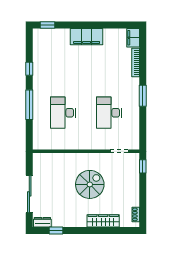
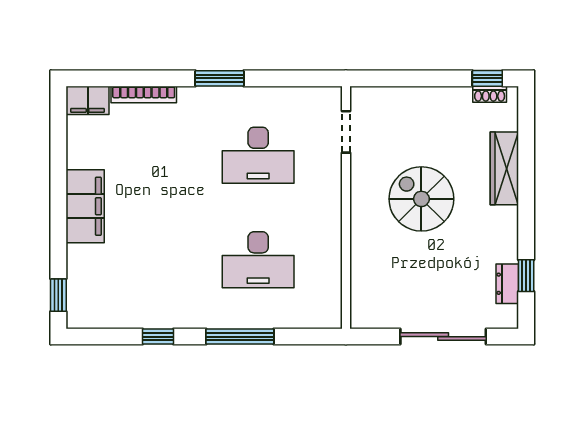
window: (143, 166) -> (487, 78), moved
dresser: (42, 222) -> (507, 284), moved

